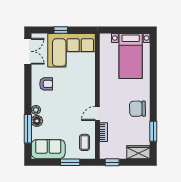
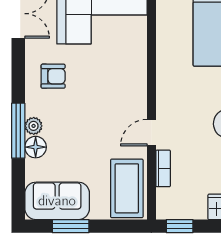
window: (28, 129) -> (18, 131), moved
coffee table: (85, 142) -> (127, 188), width x1.86, depth x1.72
window: (70, 162) -> (71, 226), moved

